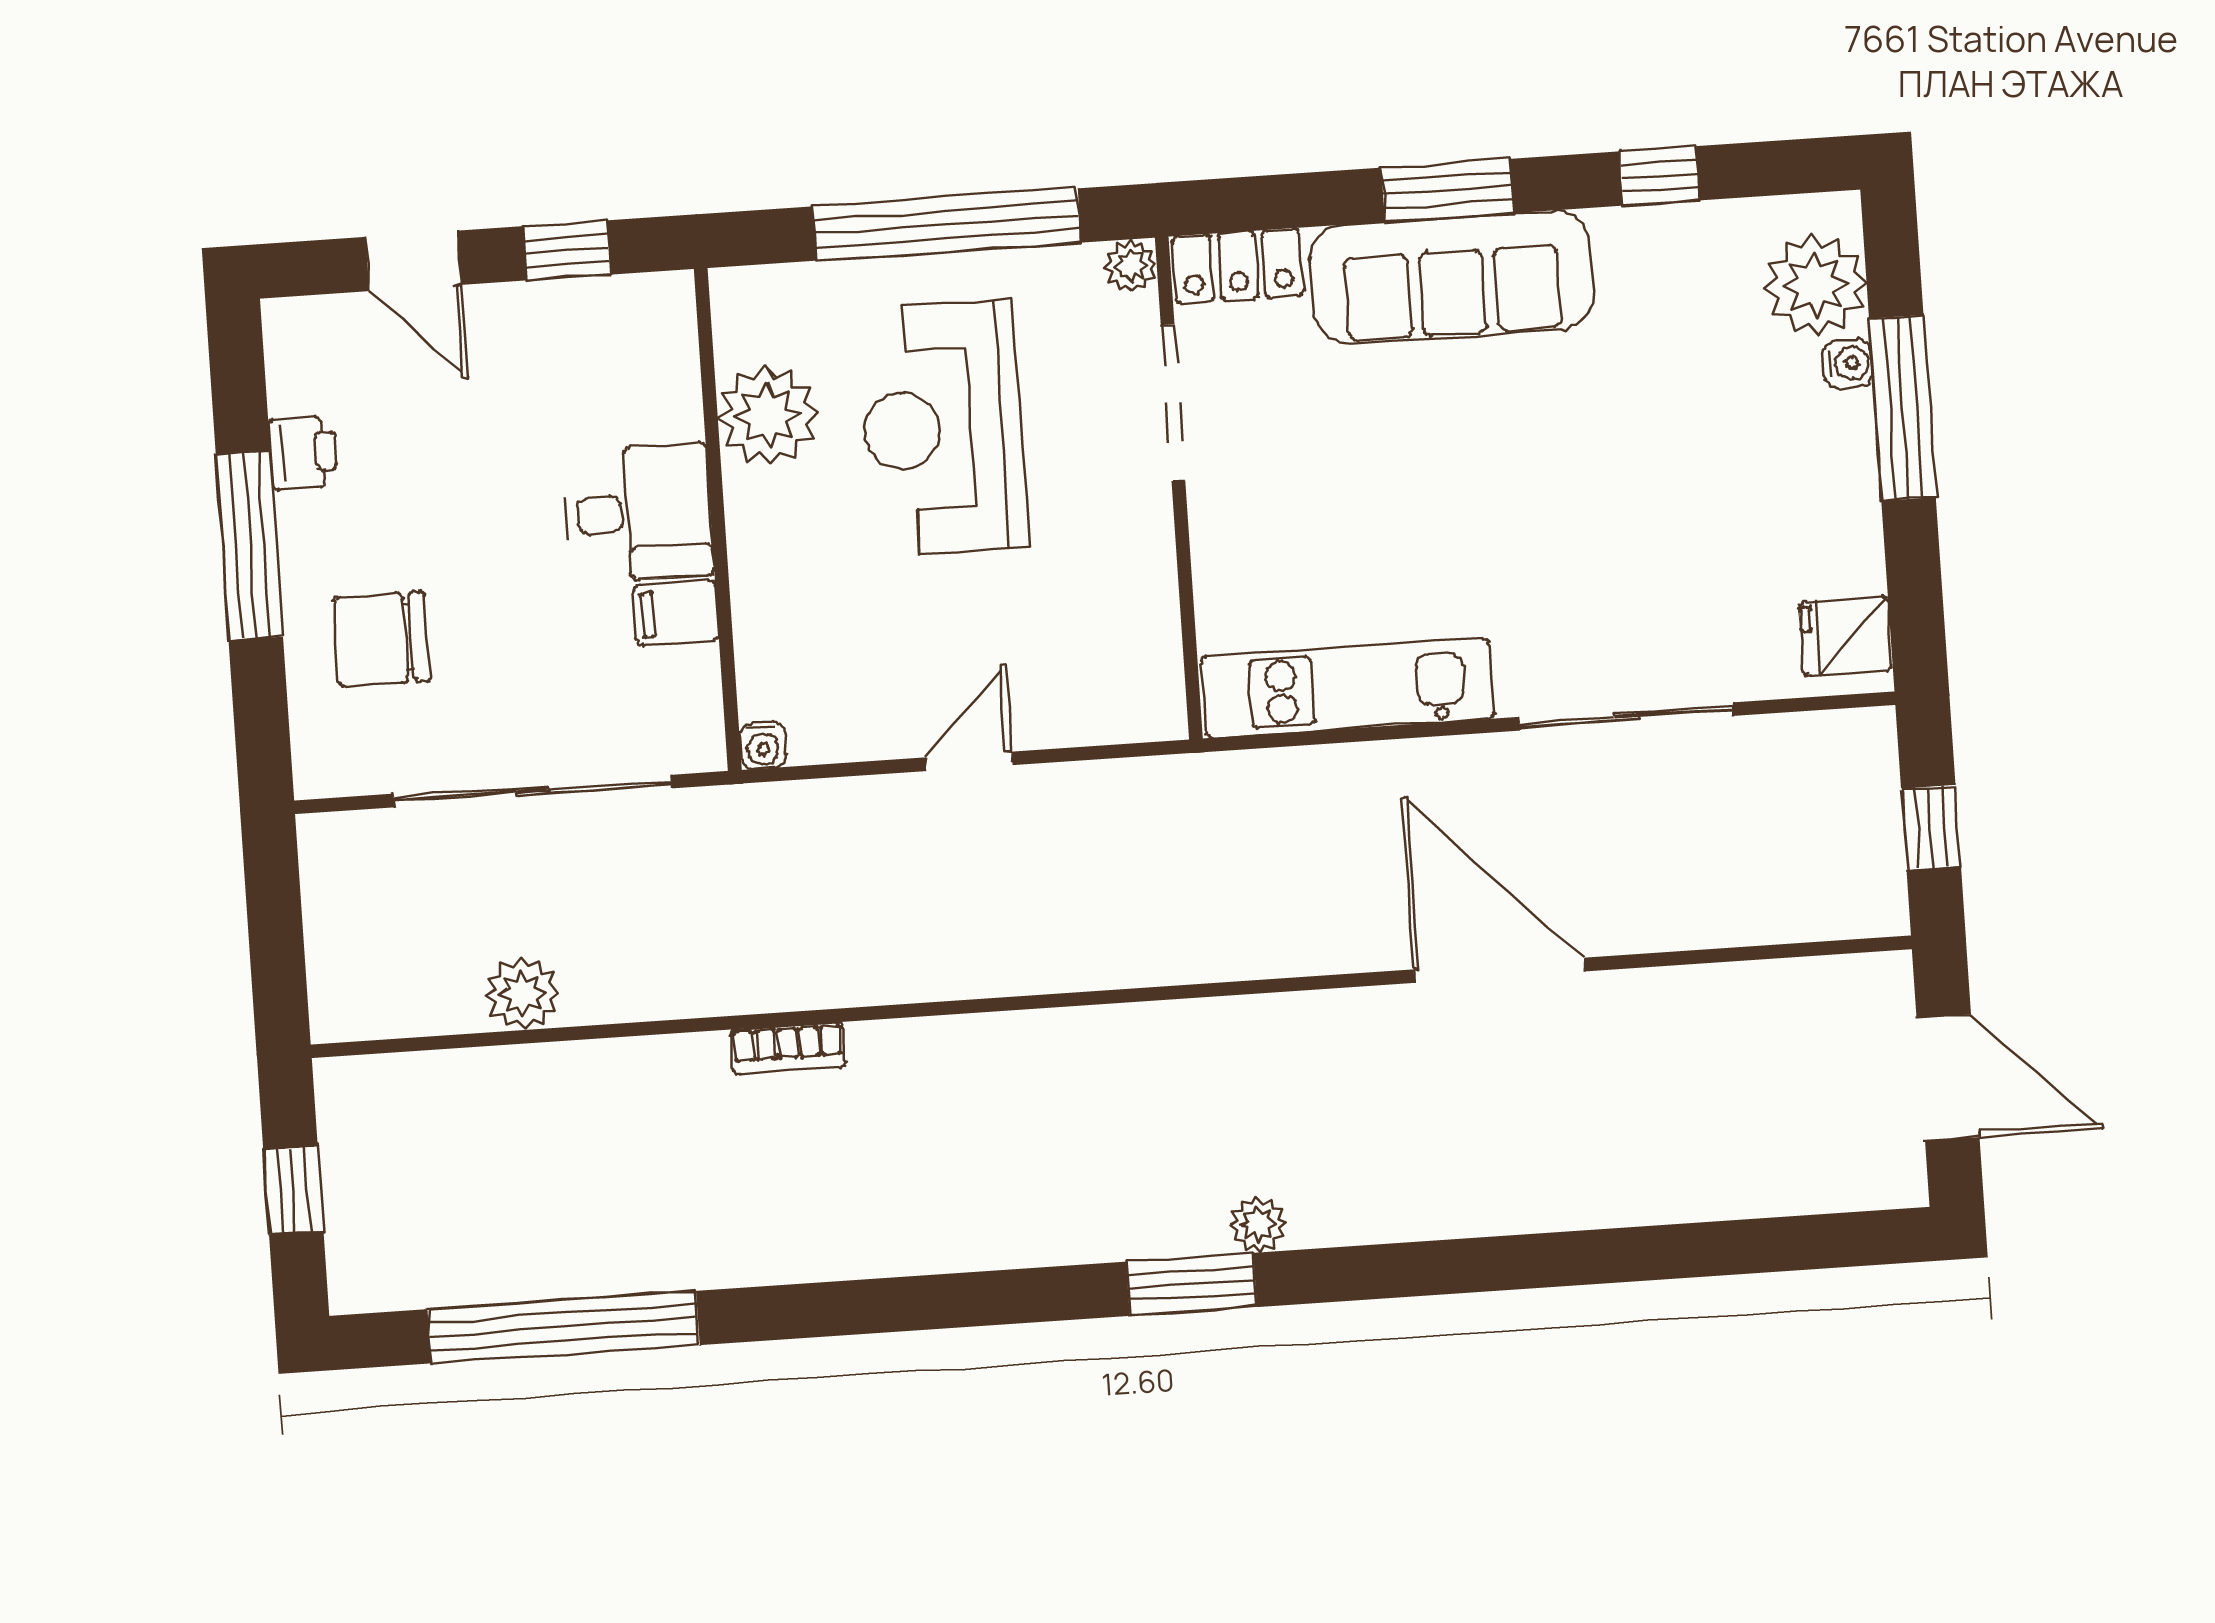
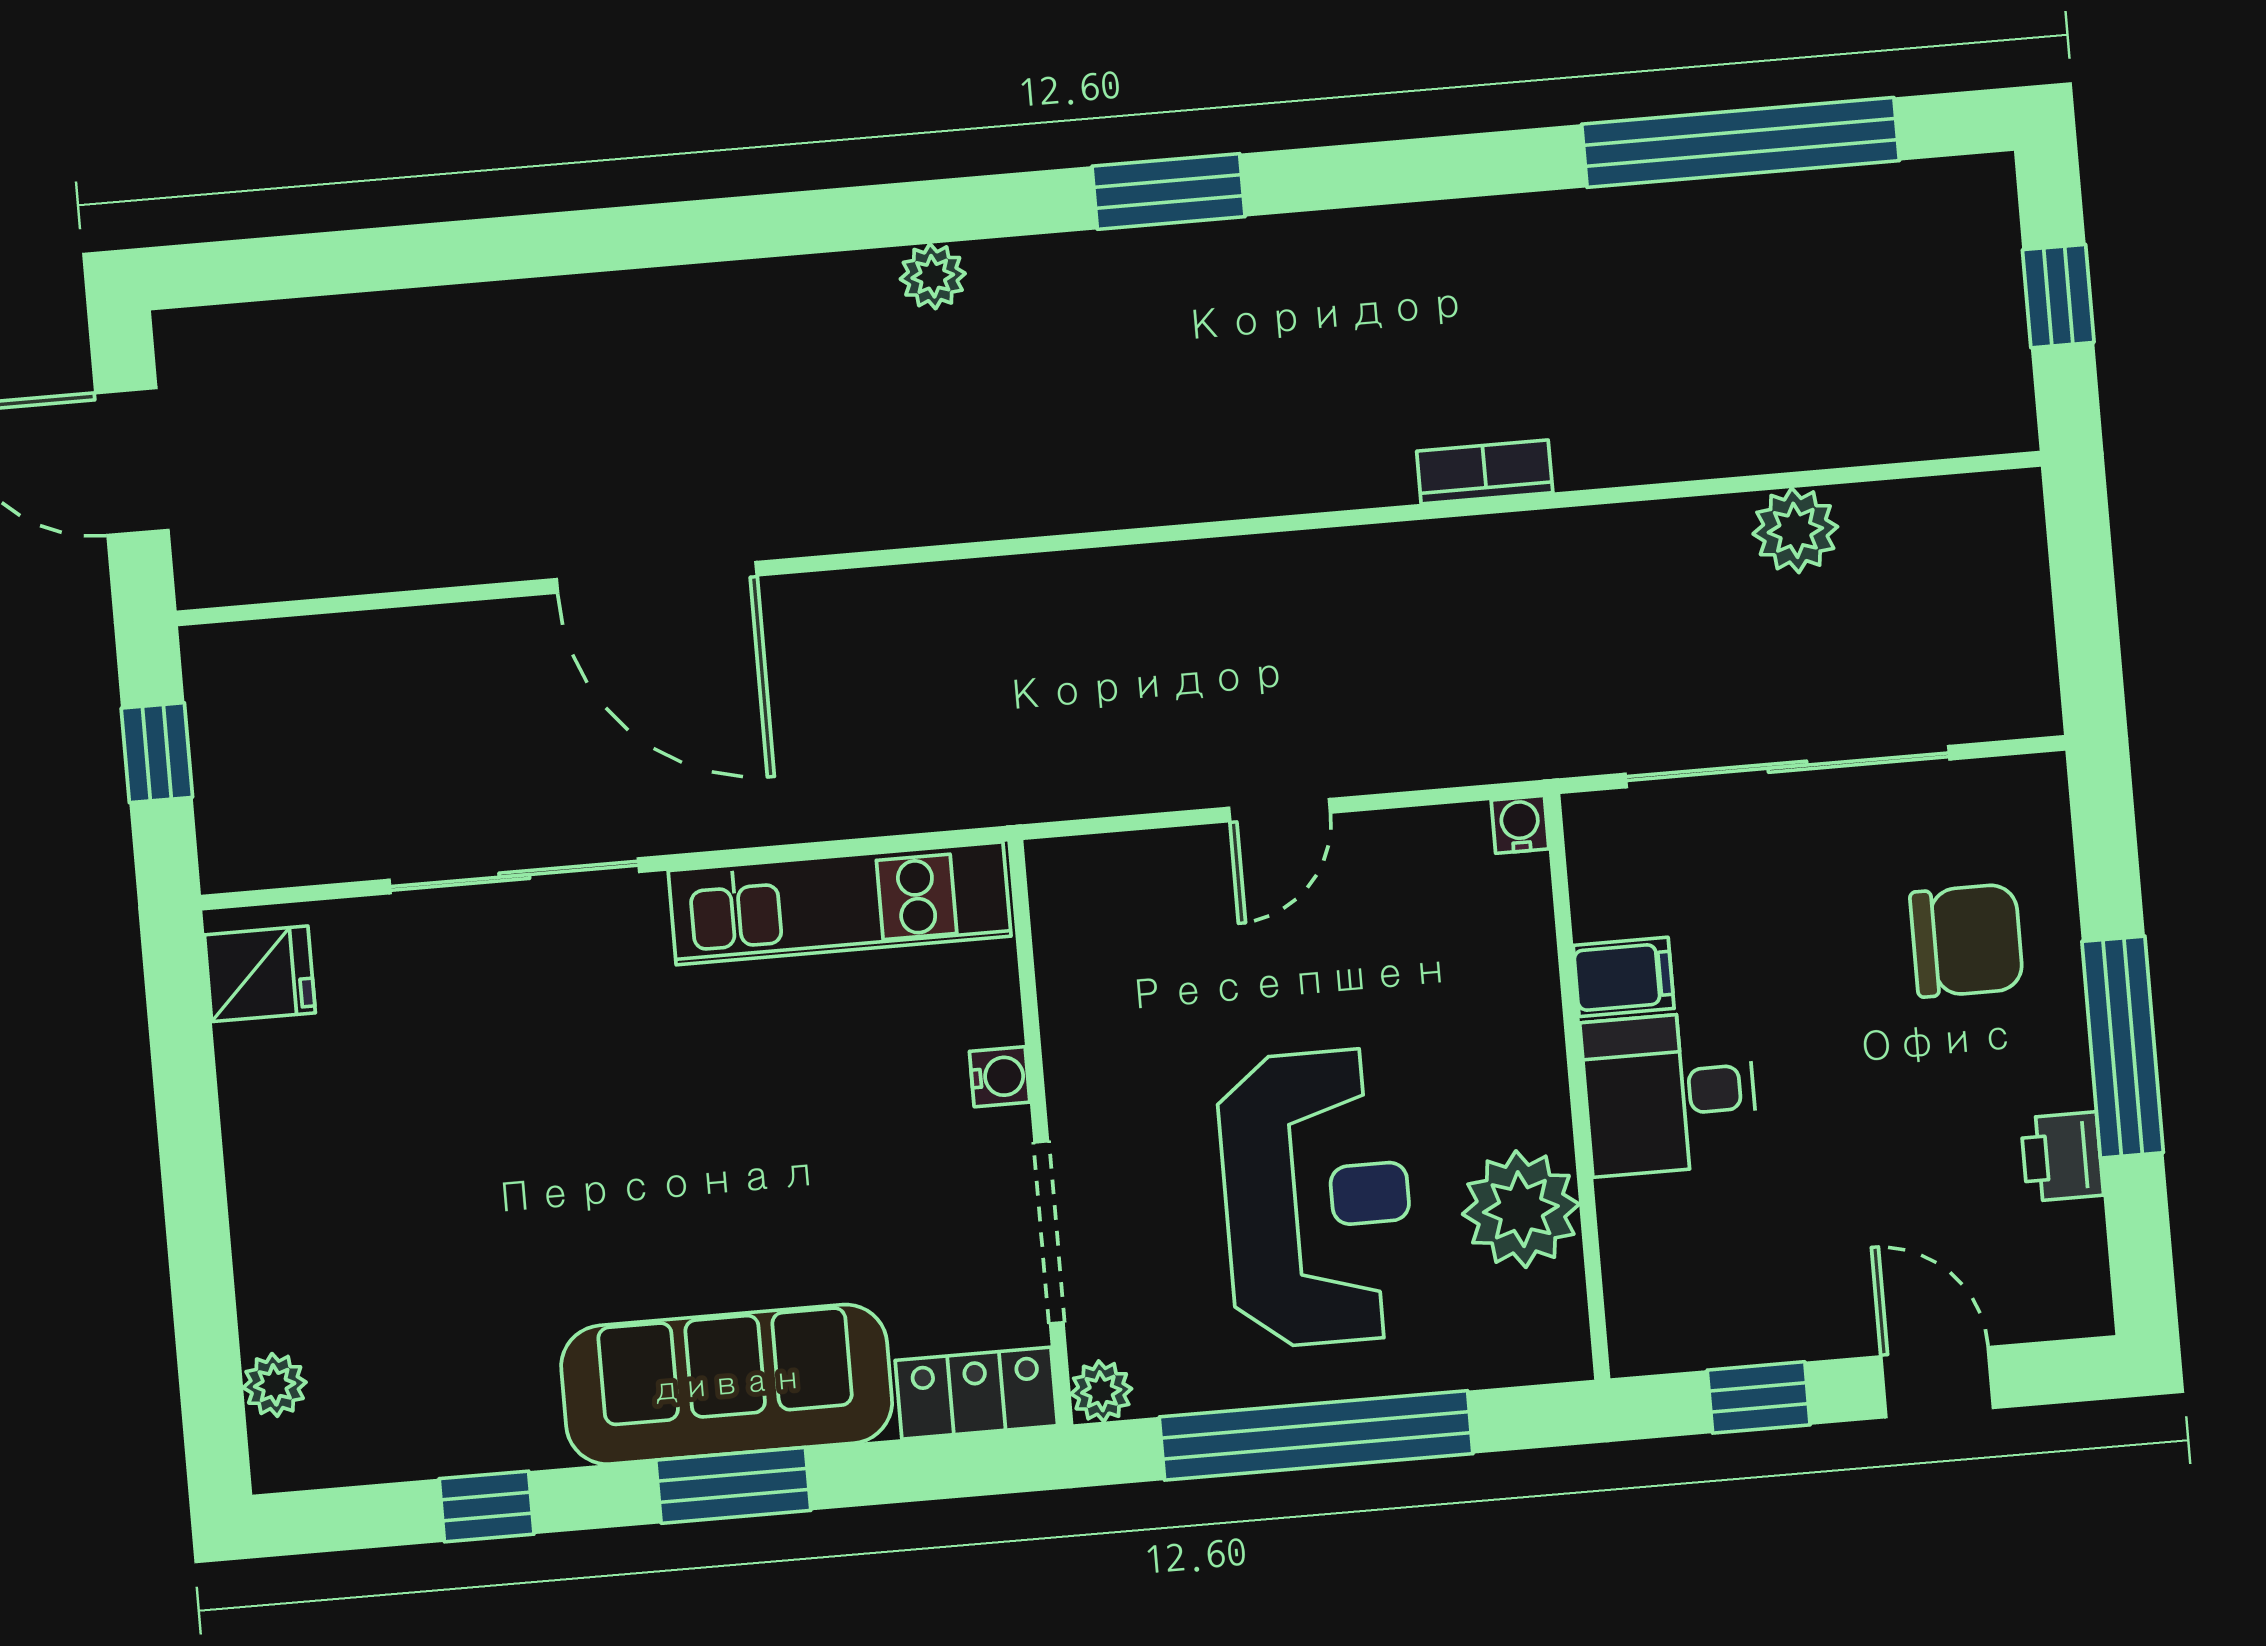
plant: (1816, 285) -> (275, 1385), width x0.53, depth x0.53
water cooler: (1848, 363) -> (1000, 1077), moved, turned 180
window: (1902, 408) -> (199, 1241), removed
window: (1191, 1284) -> (1168, 191), moved

